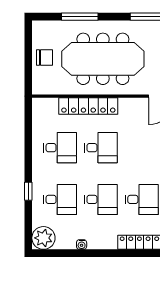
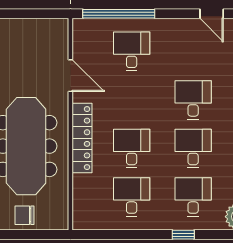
chair: (45, 57) -> (24, 215), turned -90
locker: (88, 106) -> (82, 138), moved

